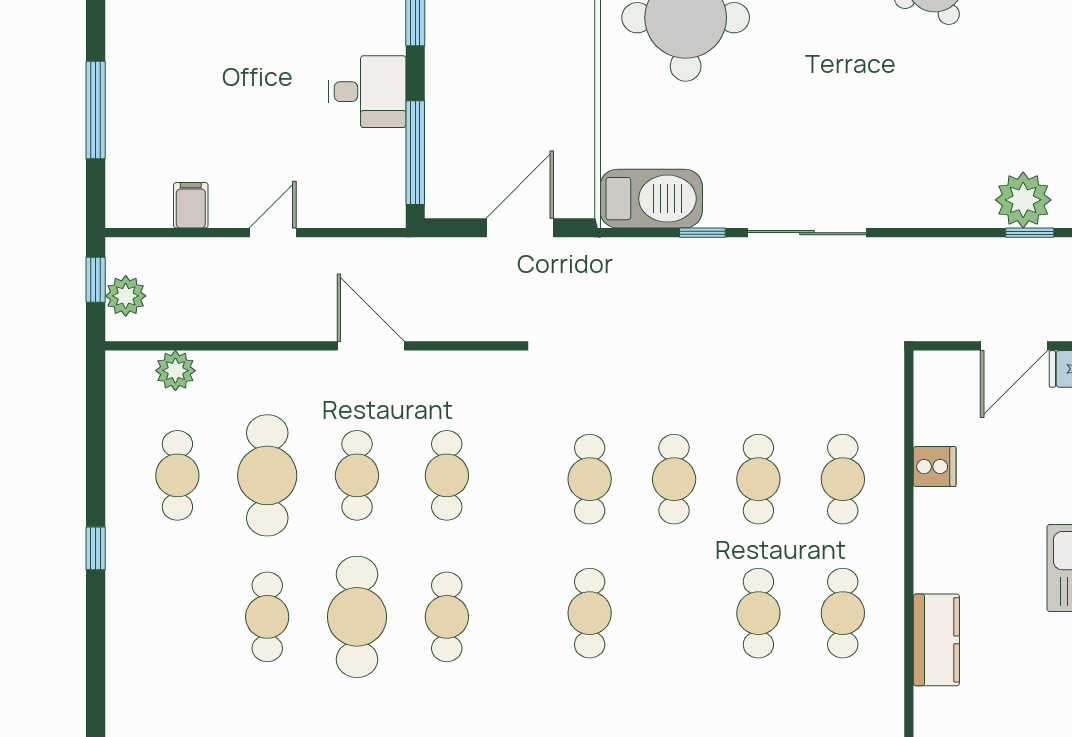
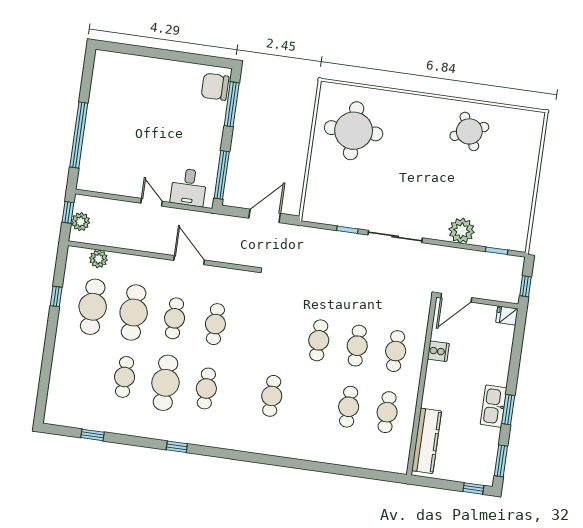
desk: (367, 92) -> (189, 187), moved, turned 90
window: (96, 110) -> (79, 135), width x1.46
barbecue: (651, 199) -> (326, 211), removed
plant: (1023, 200) -> (462, 231), moved
filing cabinet: (191, 205) -> (116, 185), removed
door: (273, 233) -> (152, 202), hinge flipped
door: (1014, 346) -> (456, 298), moved
cafe table: (177, 475) -> (93, 307), width x1.37, depth x1.35
cafe table: (590, 479) -> (280, 335), removed
window: (96, 548) -> (56, 296), moved
kitchen counter: (936, 640) -> (427, 441), width x1.50

